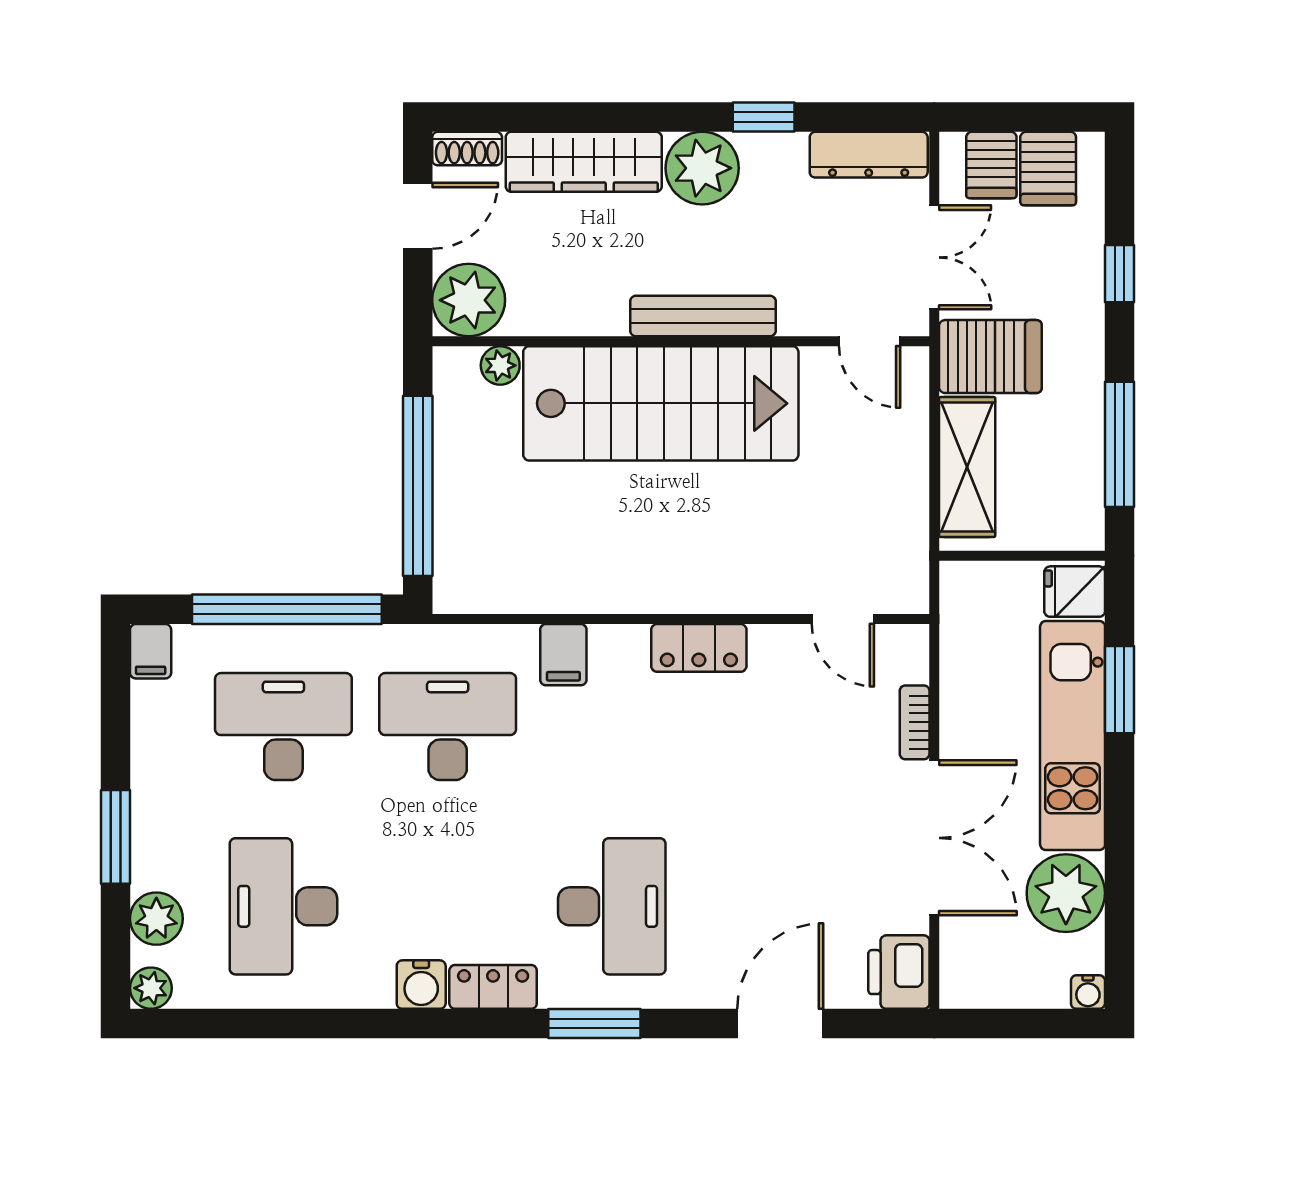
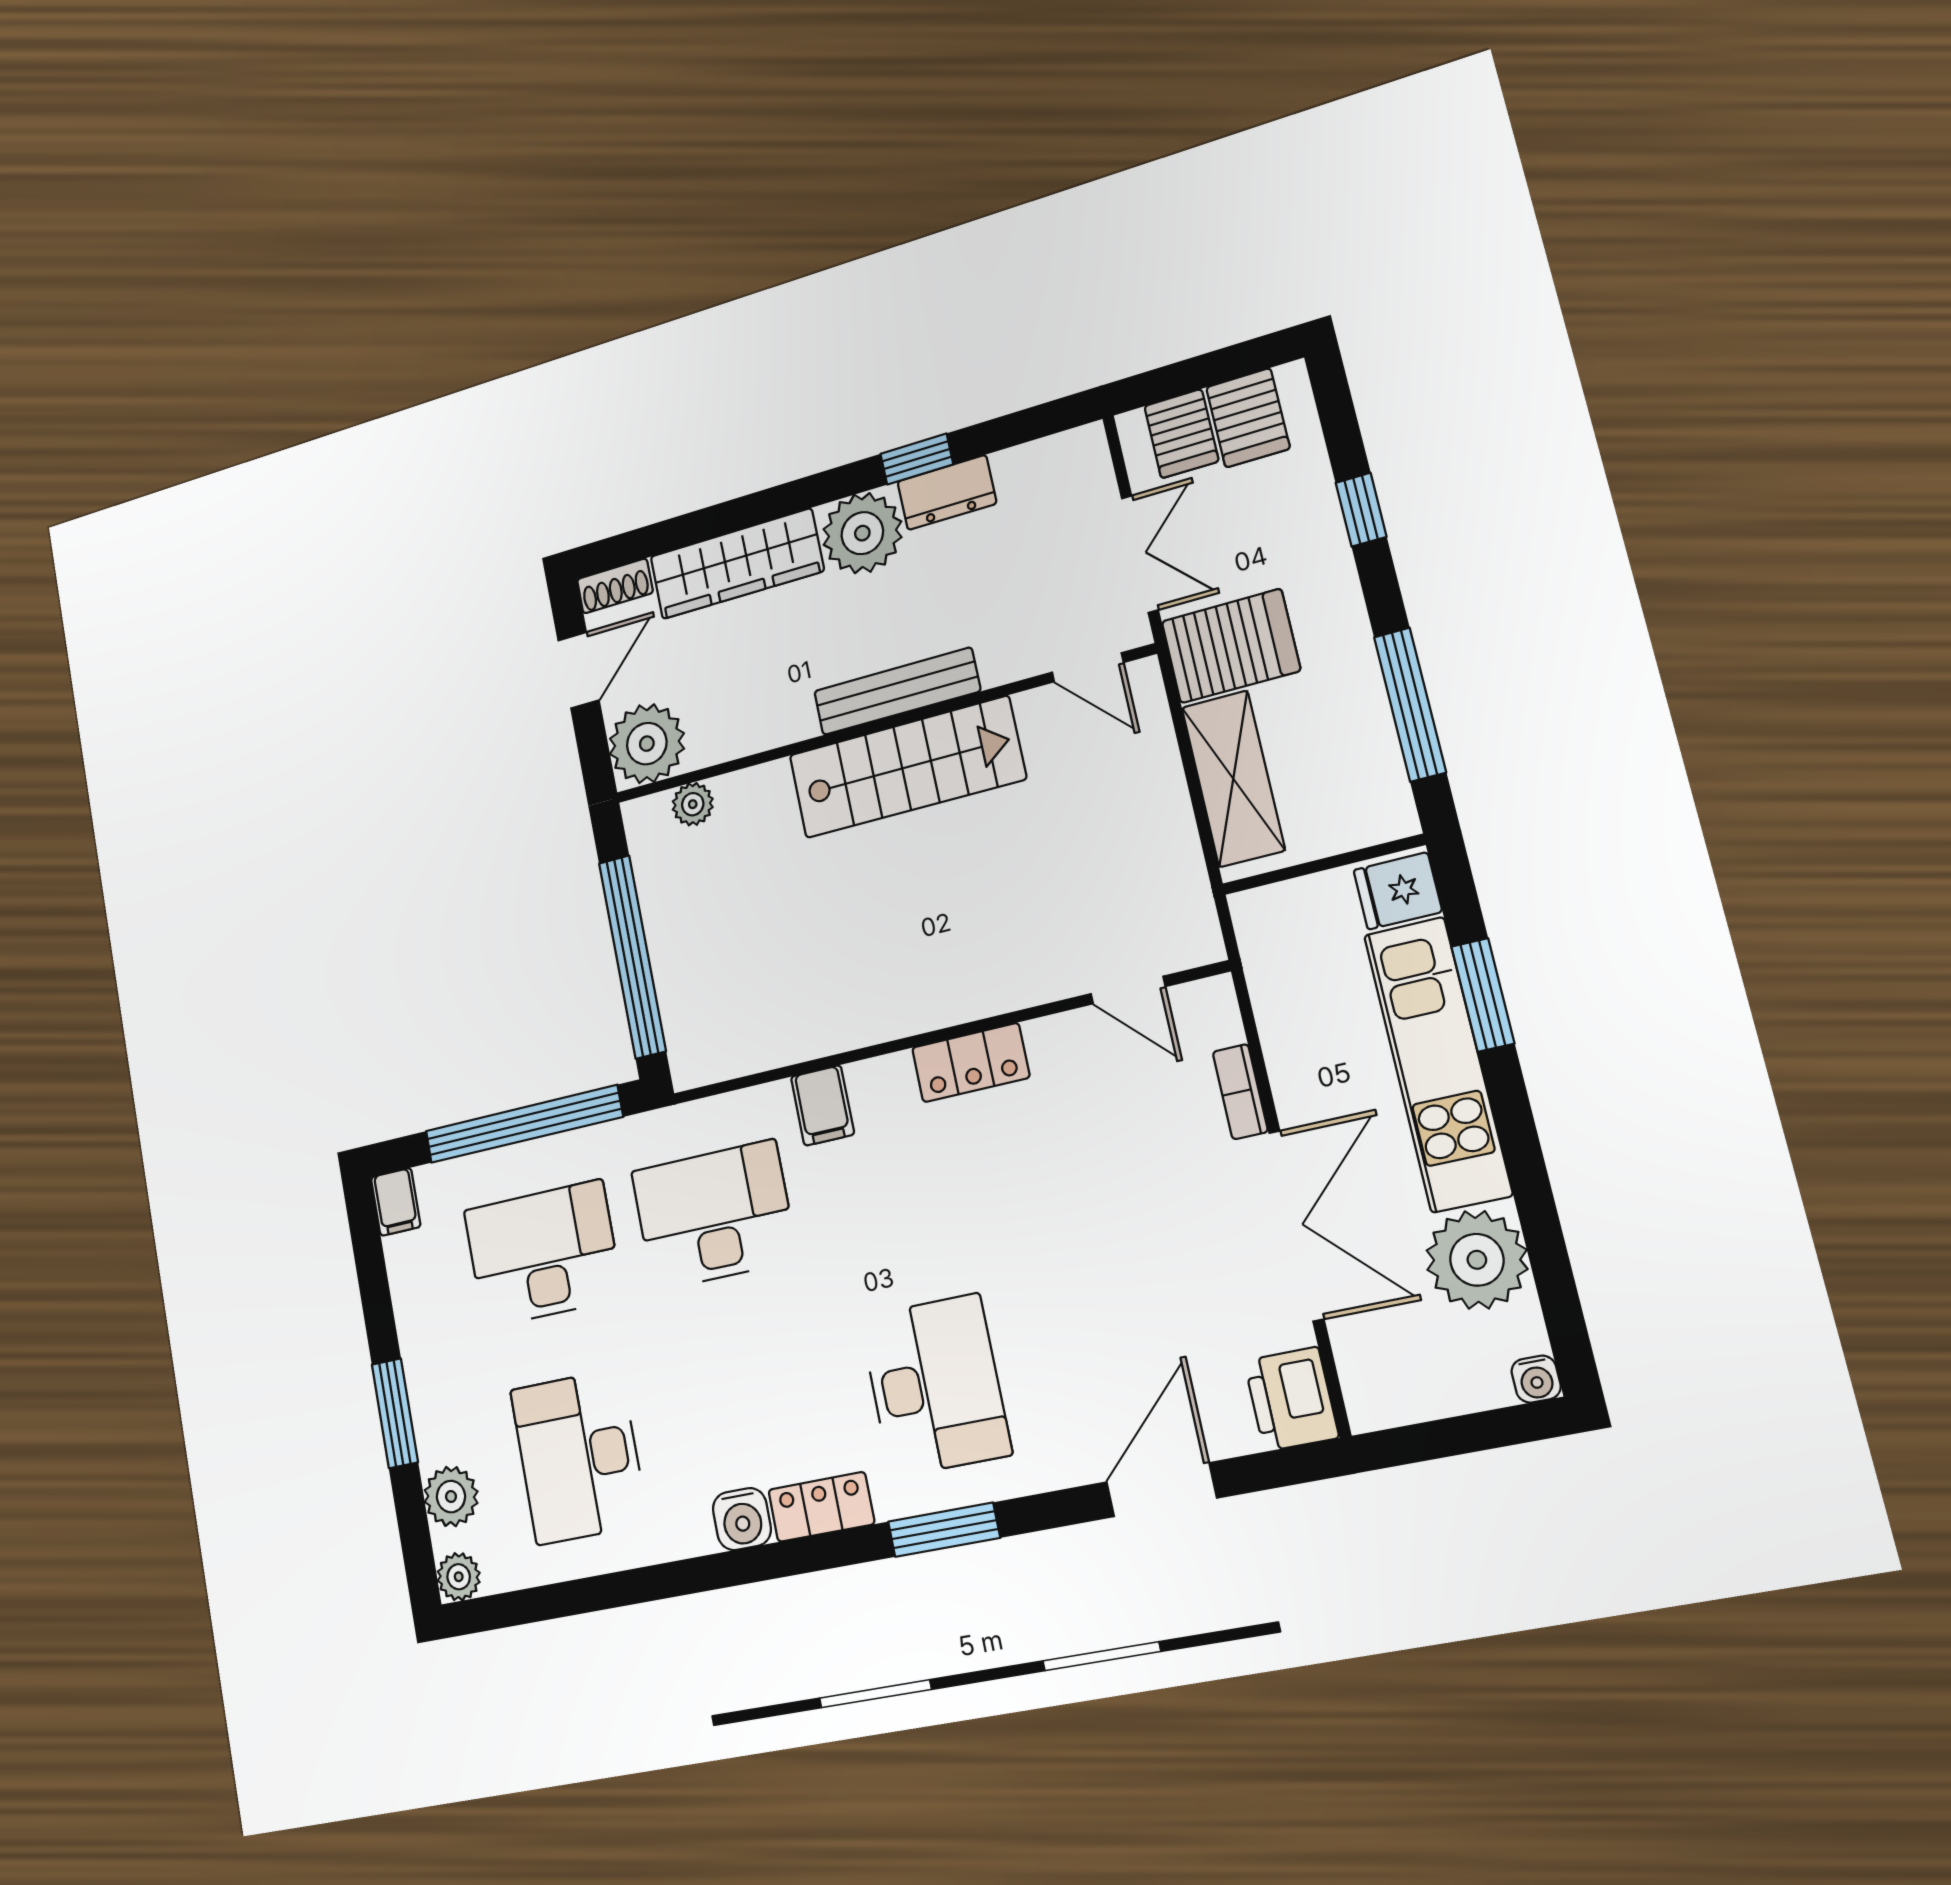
dresser: (869, 155) -> (947, 492), moved, width x0.70
stairs: (661, 403) -> (907, 767), width x0.73, depth x0.66

